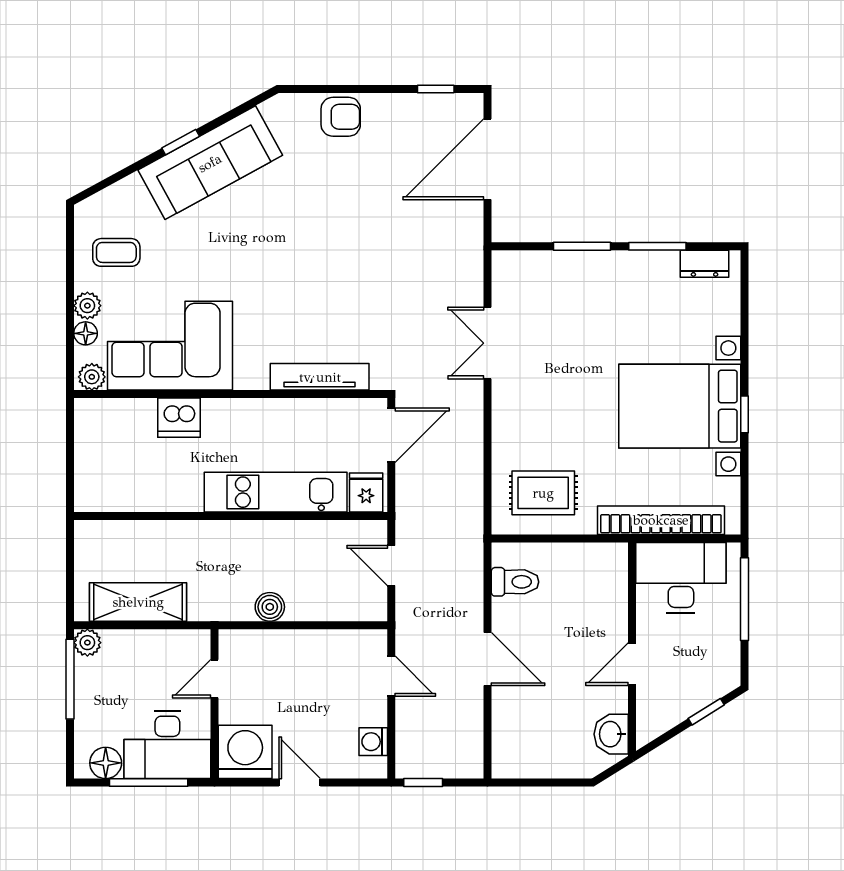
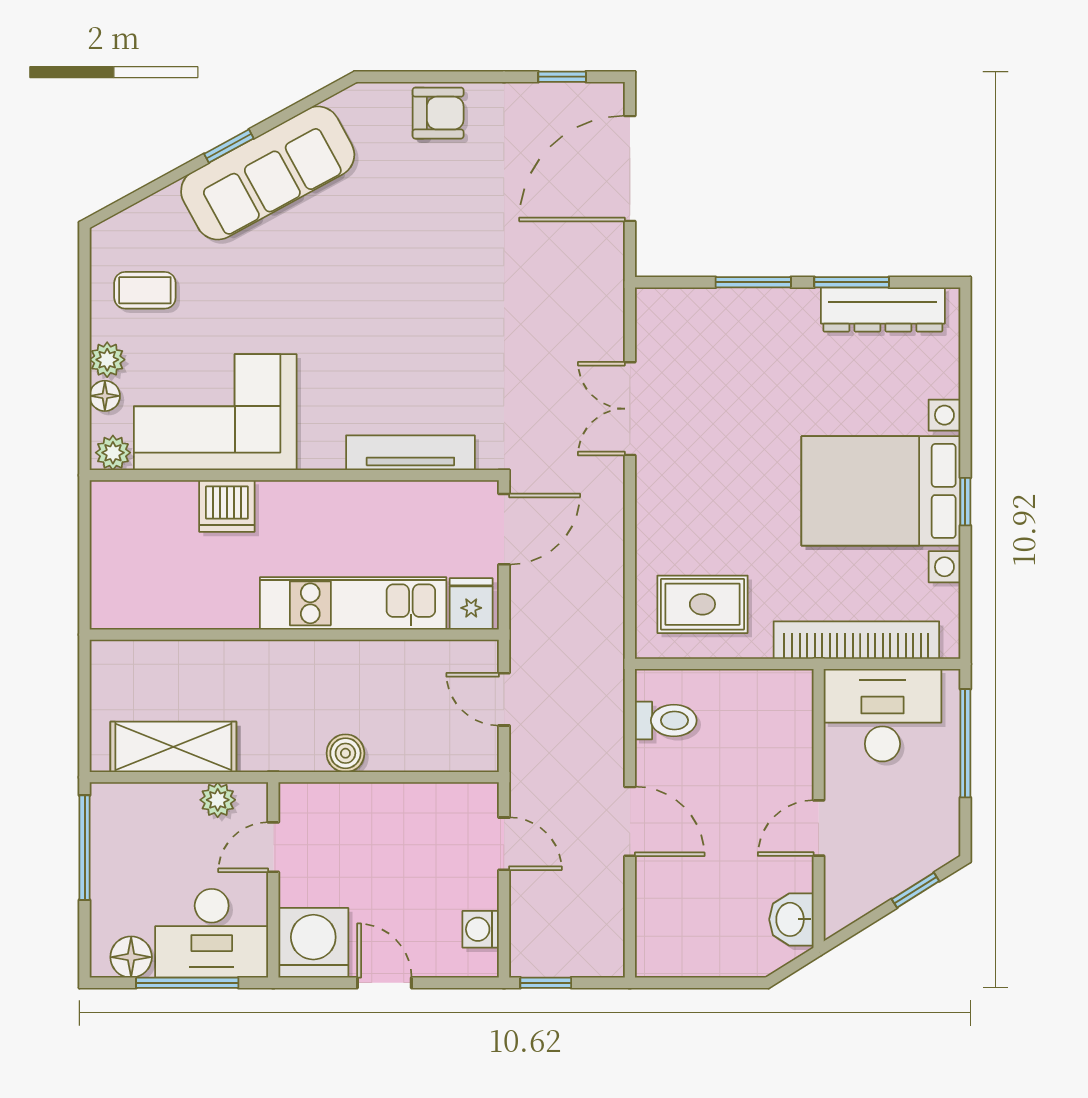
dresser: (705, 264) -> (883, 309), width x1.96, depth x1.24
plant: (87, 643) -> (218, 800), moved

